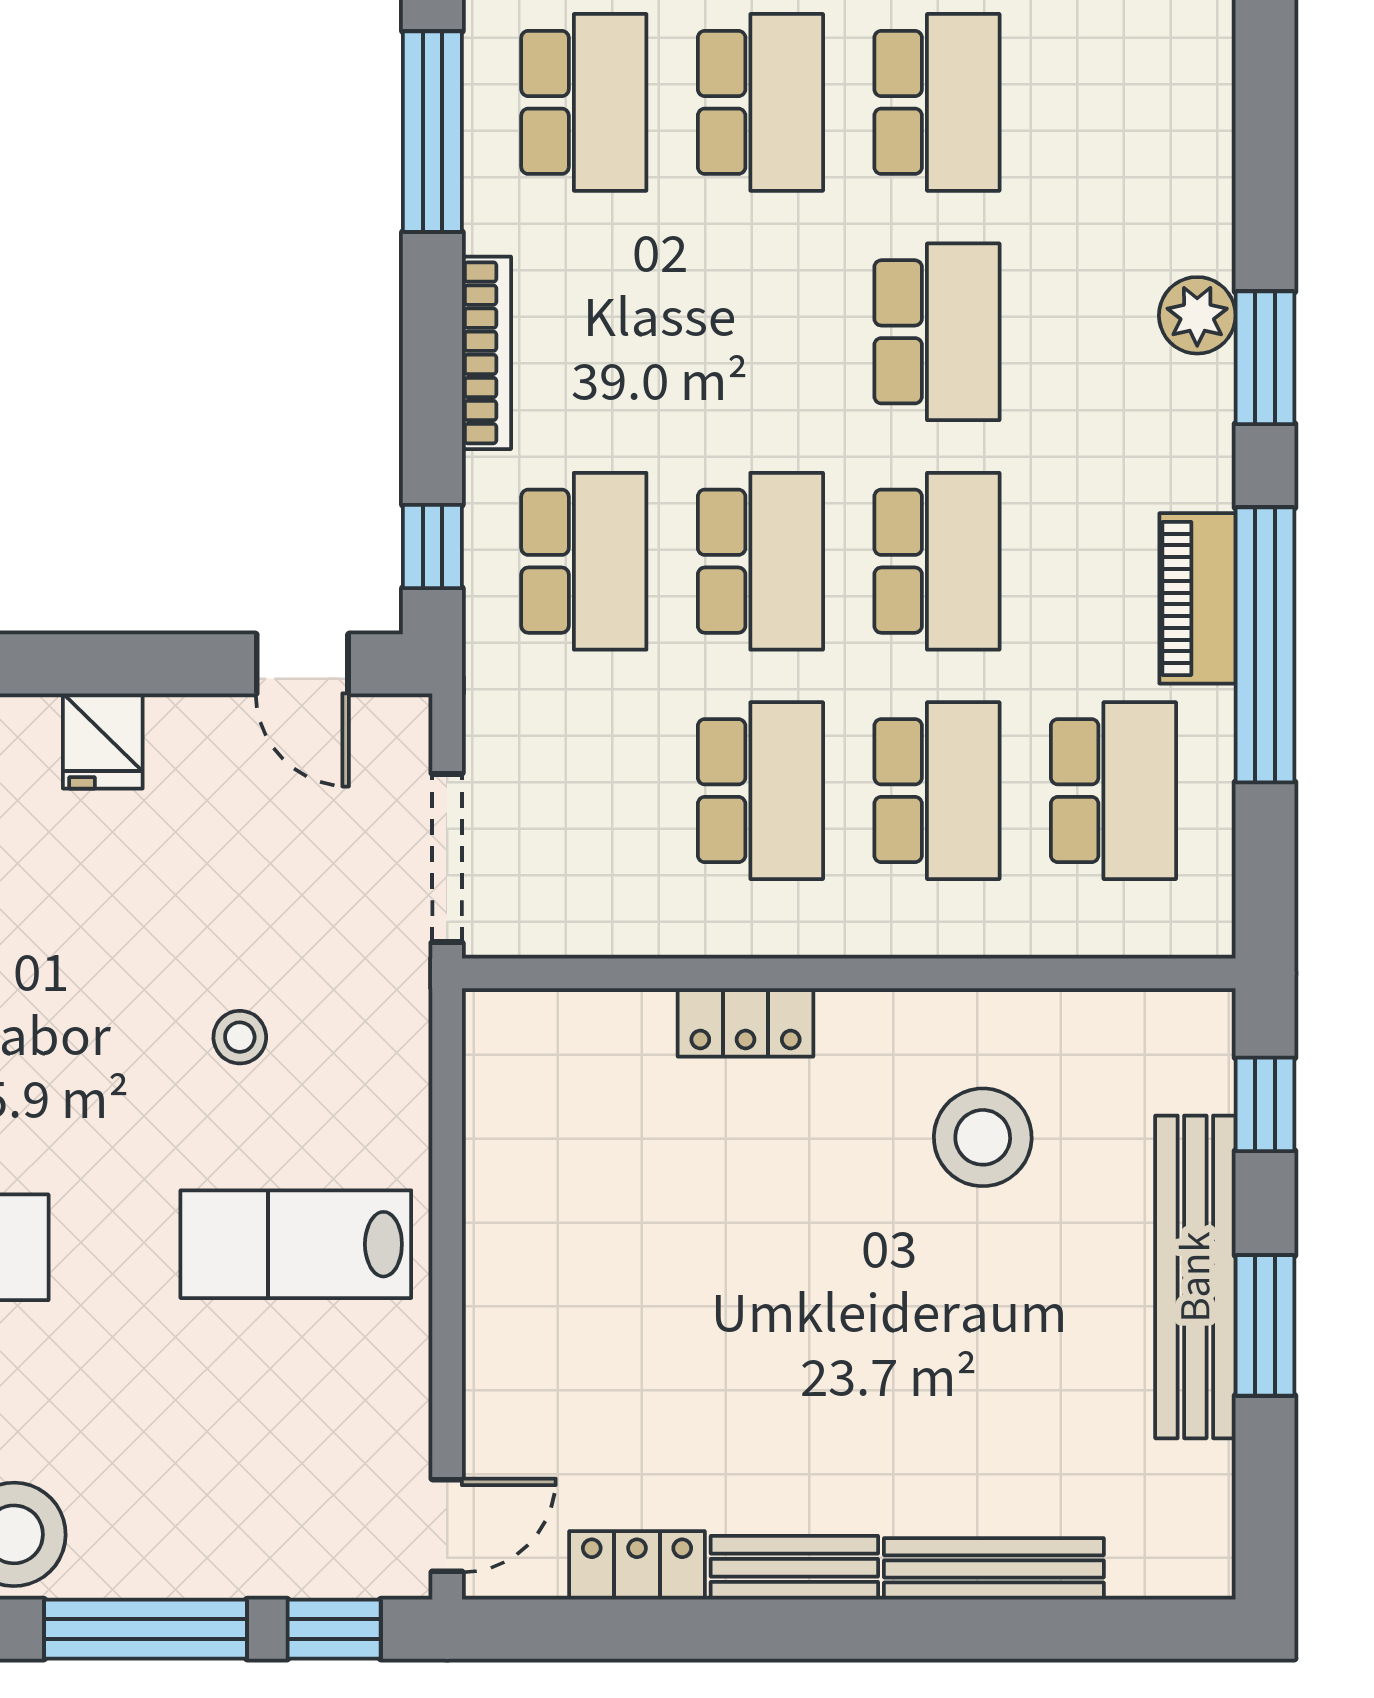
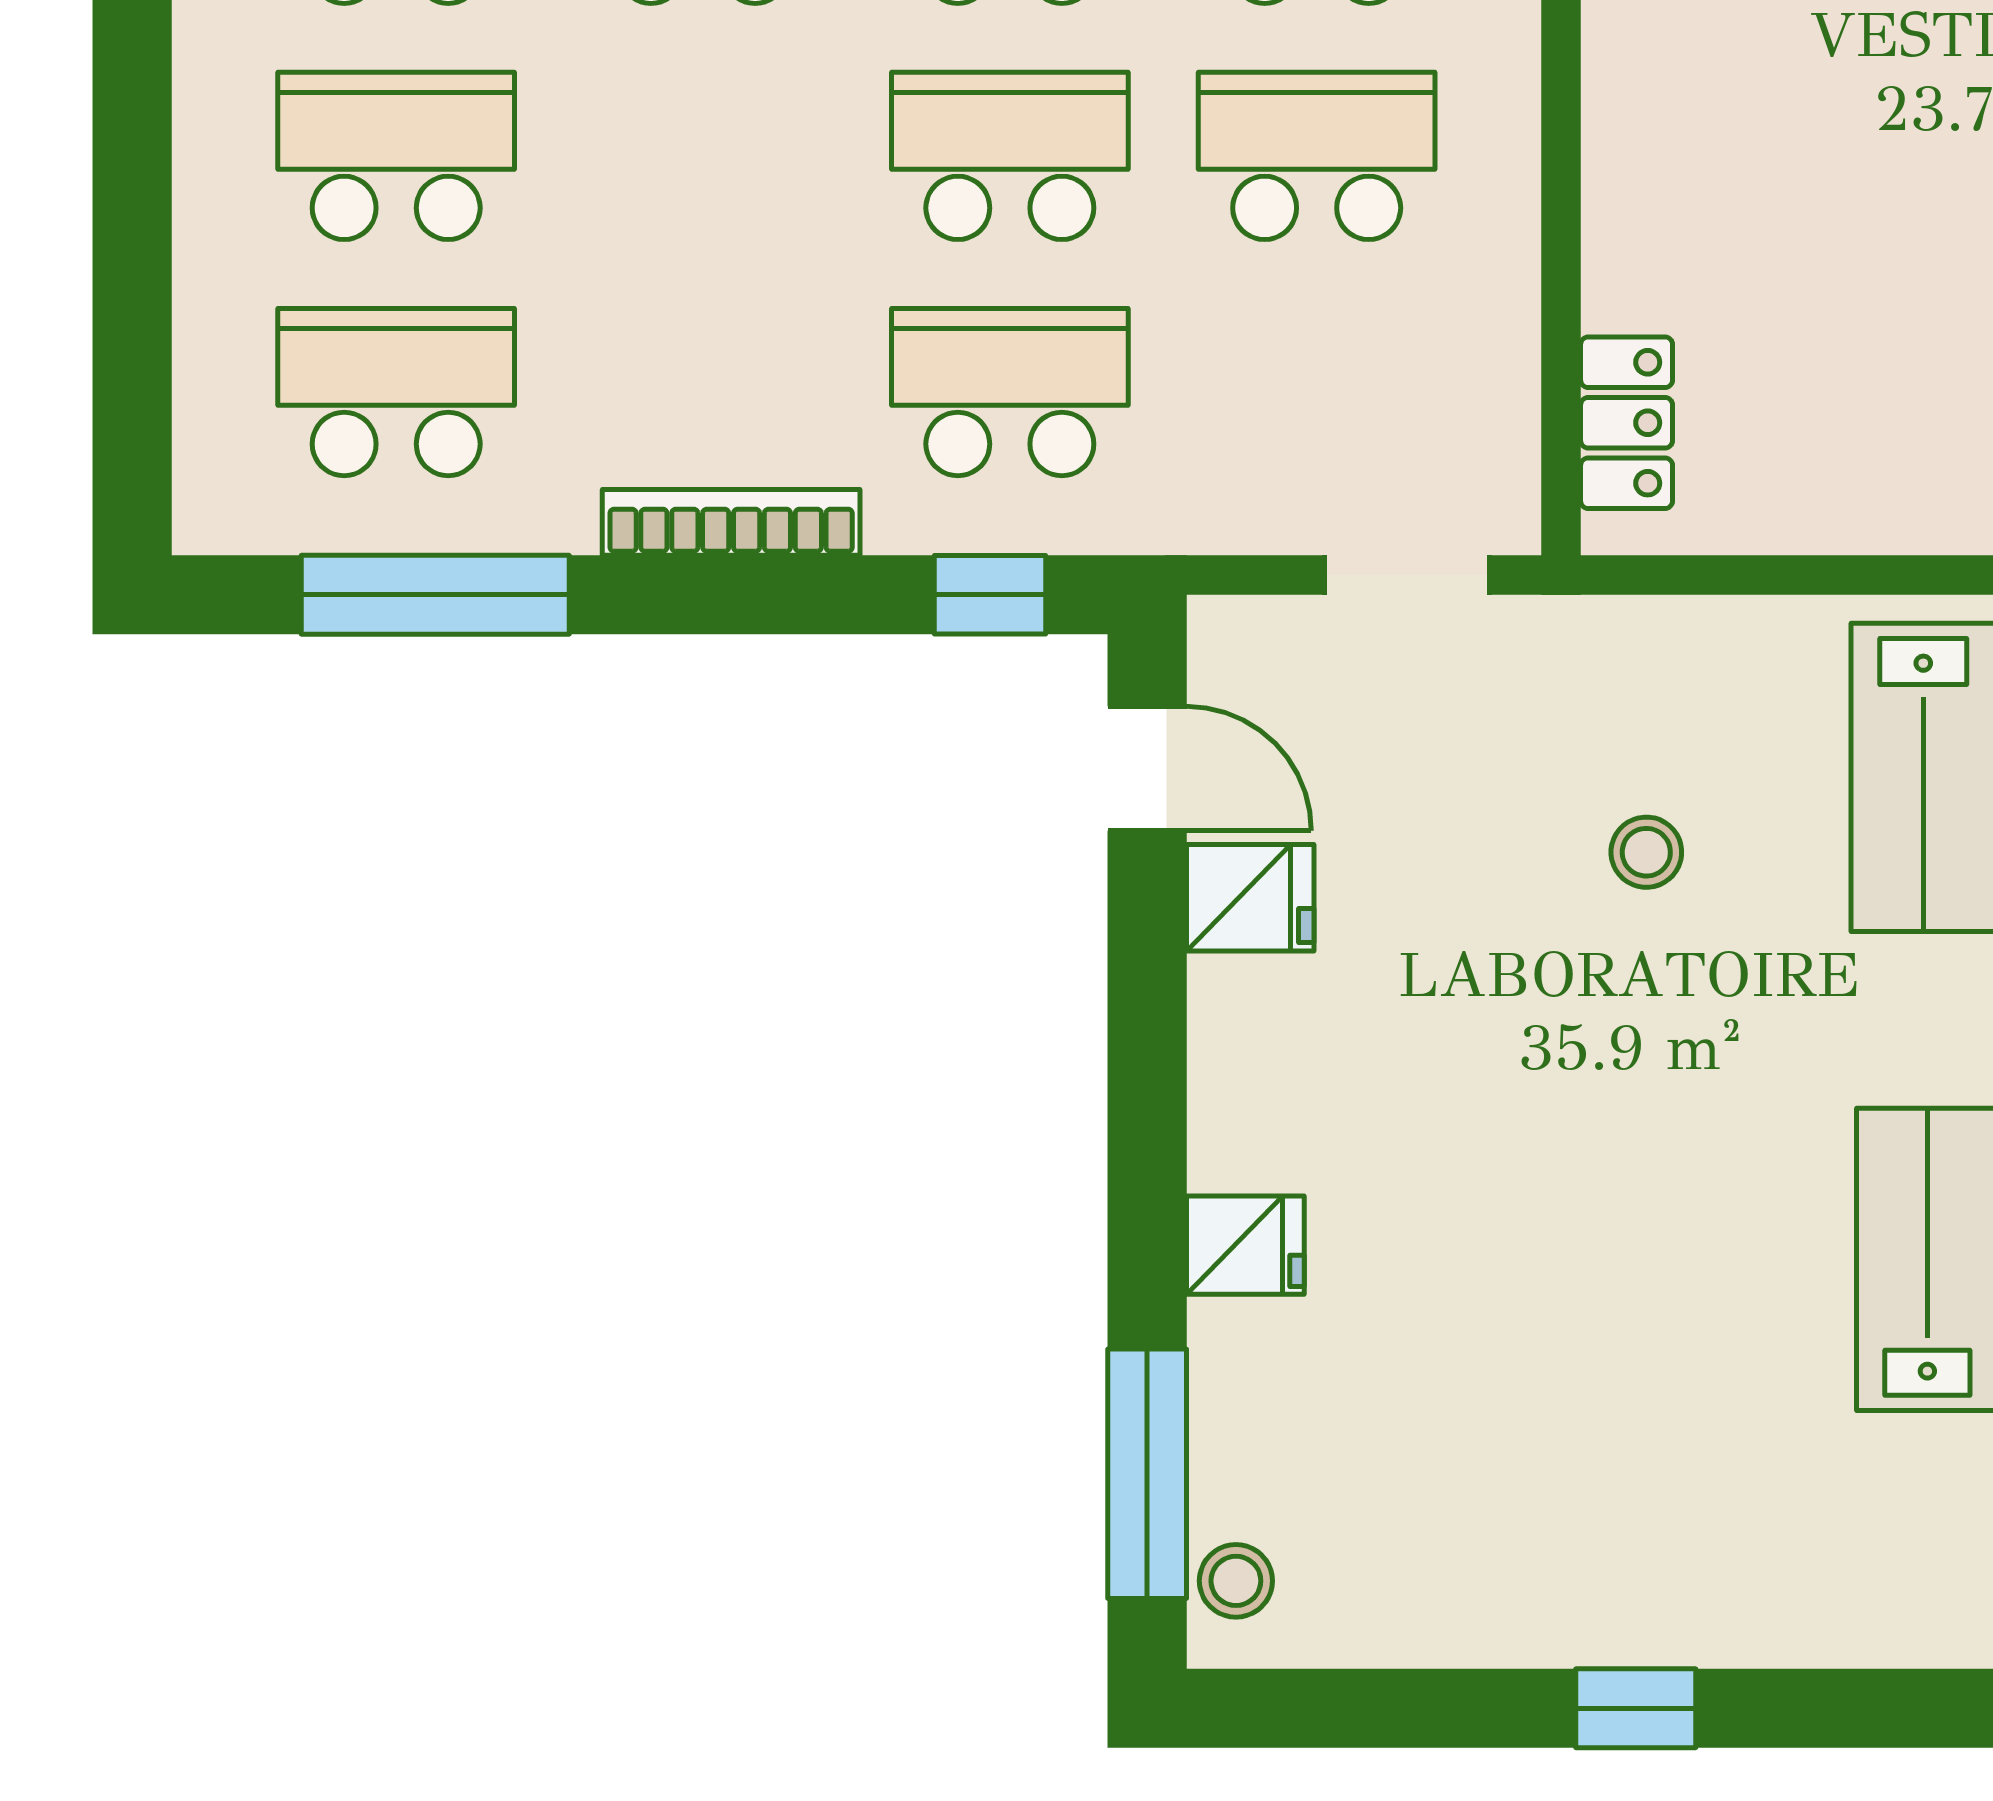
door: (302, 664) -> (1147, 769), hinge flipped
fridge: (103, 741) -> (1250, 898), moved
doorway: (447, 858) -> (1407, 575), width x0.73
locker: (746, 1022) -> (1627, 423), moved

